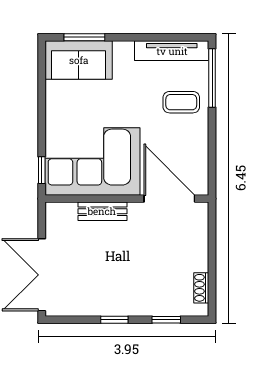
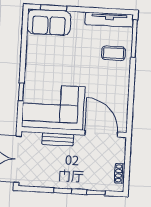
corner sofa: (92, 161) -> (53, 107), moved
wall: (127, 199) -> (74, 132), moved
door: (169, 199) -> (101, 134), moved
bench: (102, 211) -> (58, 139), moved

